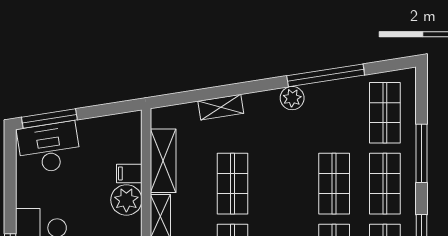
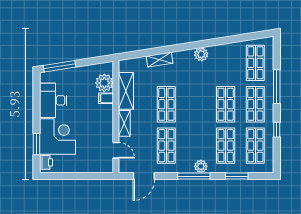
window: (326, 75) -> (221, 41), removed
desk: (49, 148) -> (53, 100), moved, turned -81
plant: (126, 200) -> (104, 83), moved

